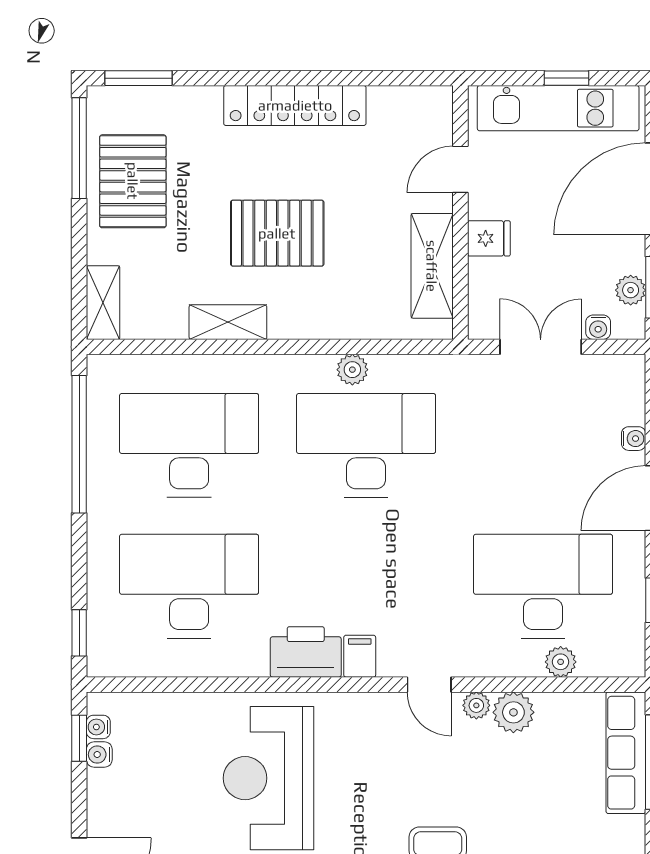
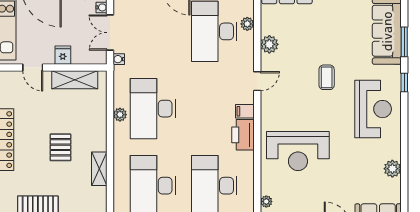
pallet: (277, 233) -> (60, 147), width x0.67, depth x0.71
water cooler: (479, 367) -> (119, 59), added
plant: (476, 705) -> (266, 201), moved

